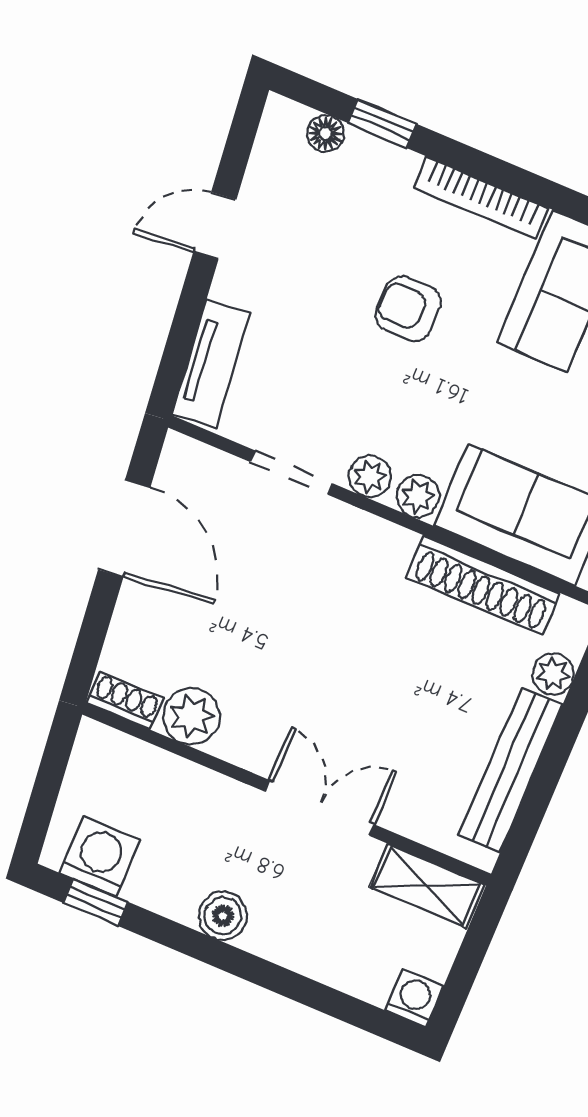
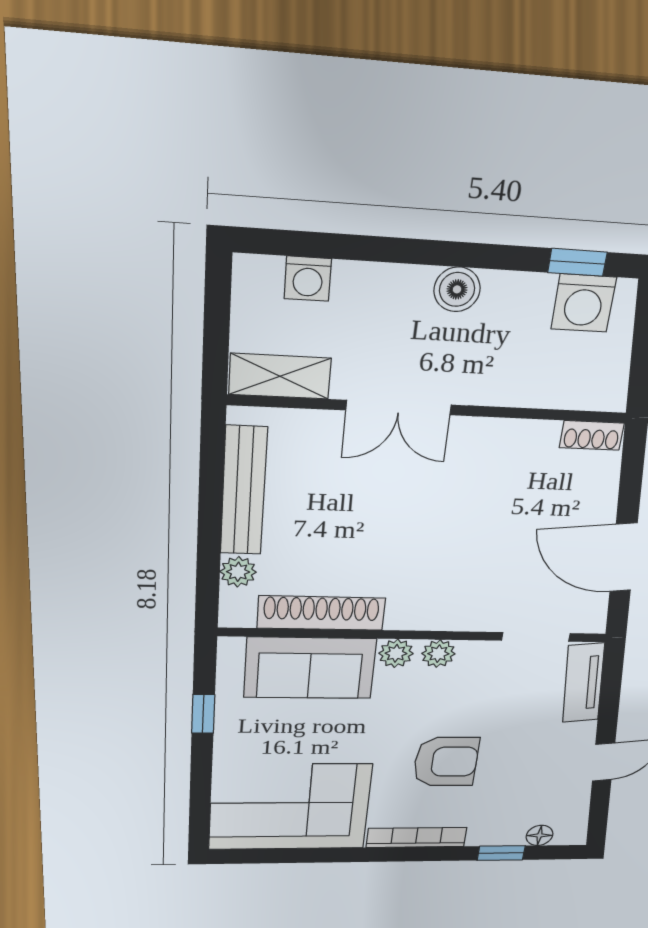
armchair: (408, 309) -> (446, 762), width x1.38, depth x1.38
doorway: (291, 473) -> (536, 637), moved
plant: (191, 716) -> (532, 442), removed
washing machine: (414, 998) -> (308, 279), moved

